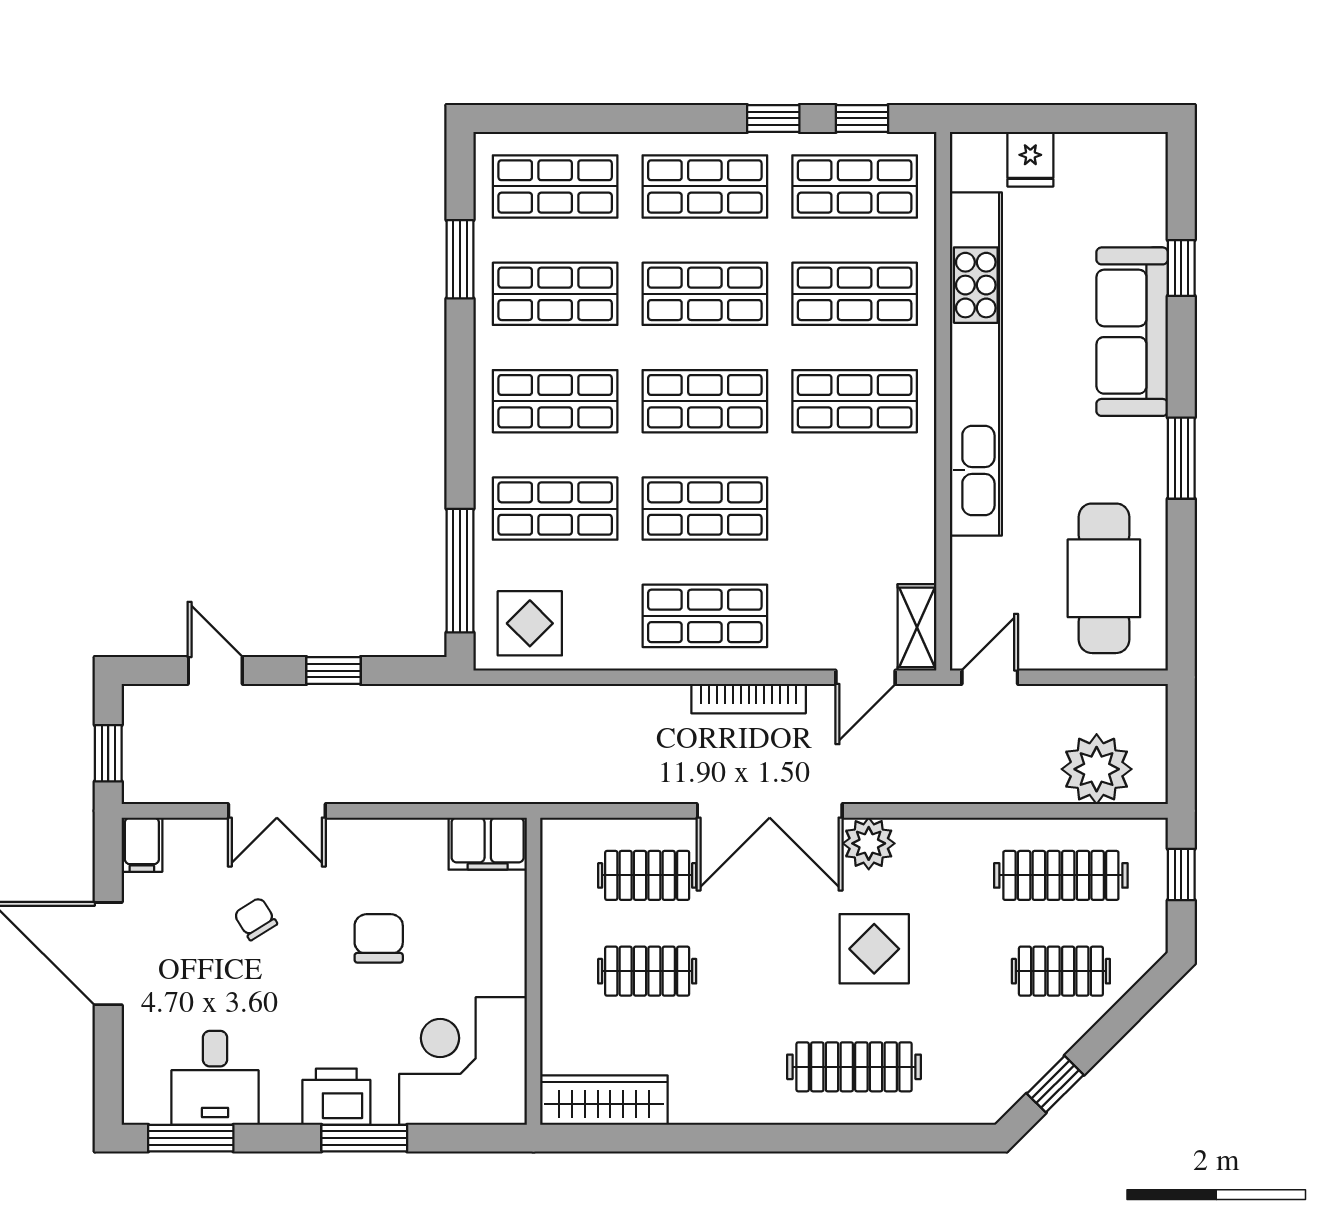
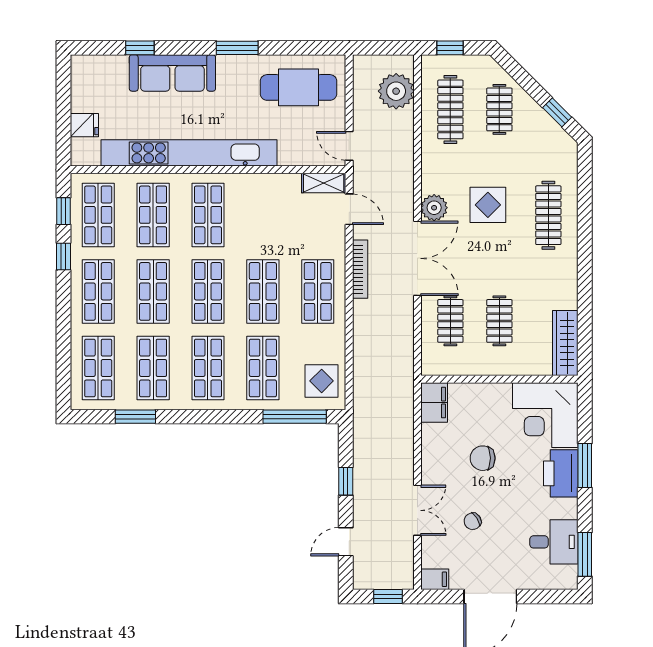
printer: (336, 1097) -> (561, 473), width x1.37, depth x1.19

